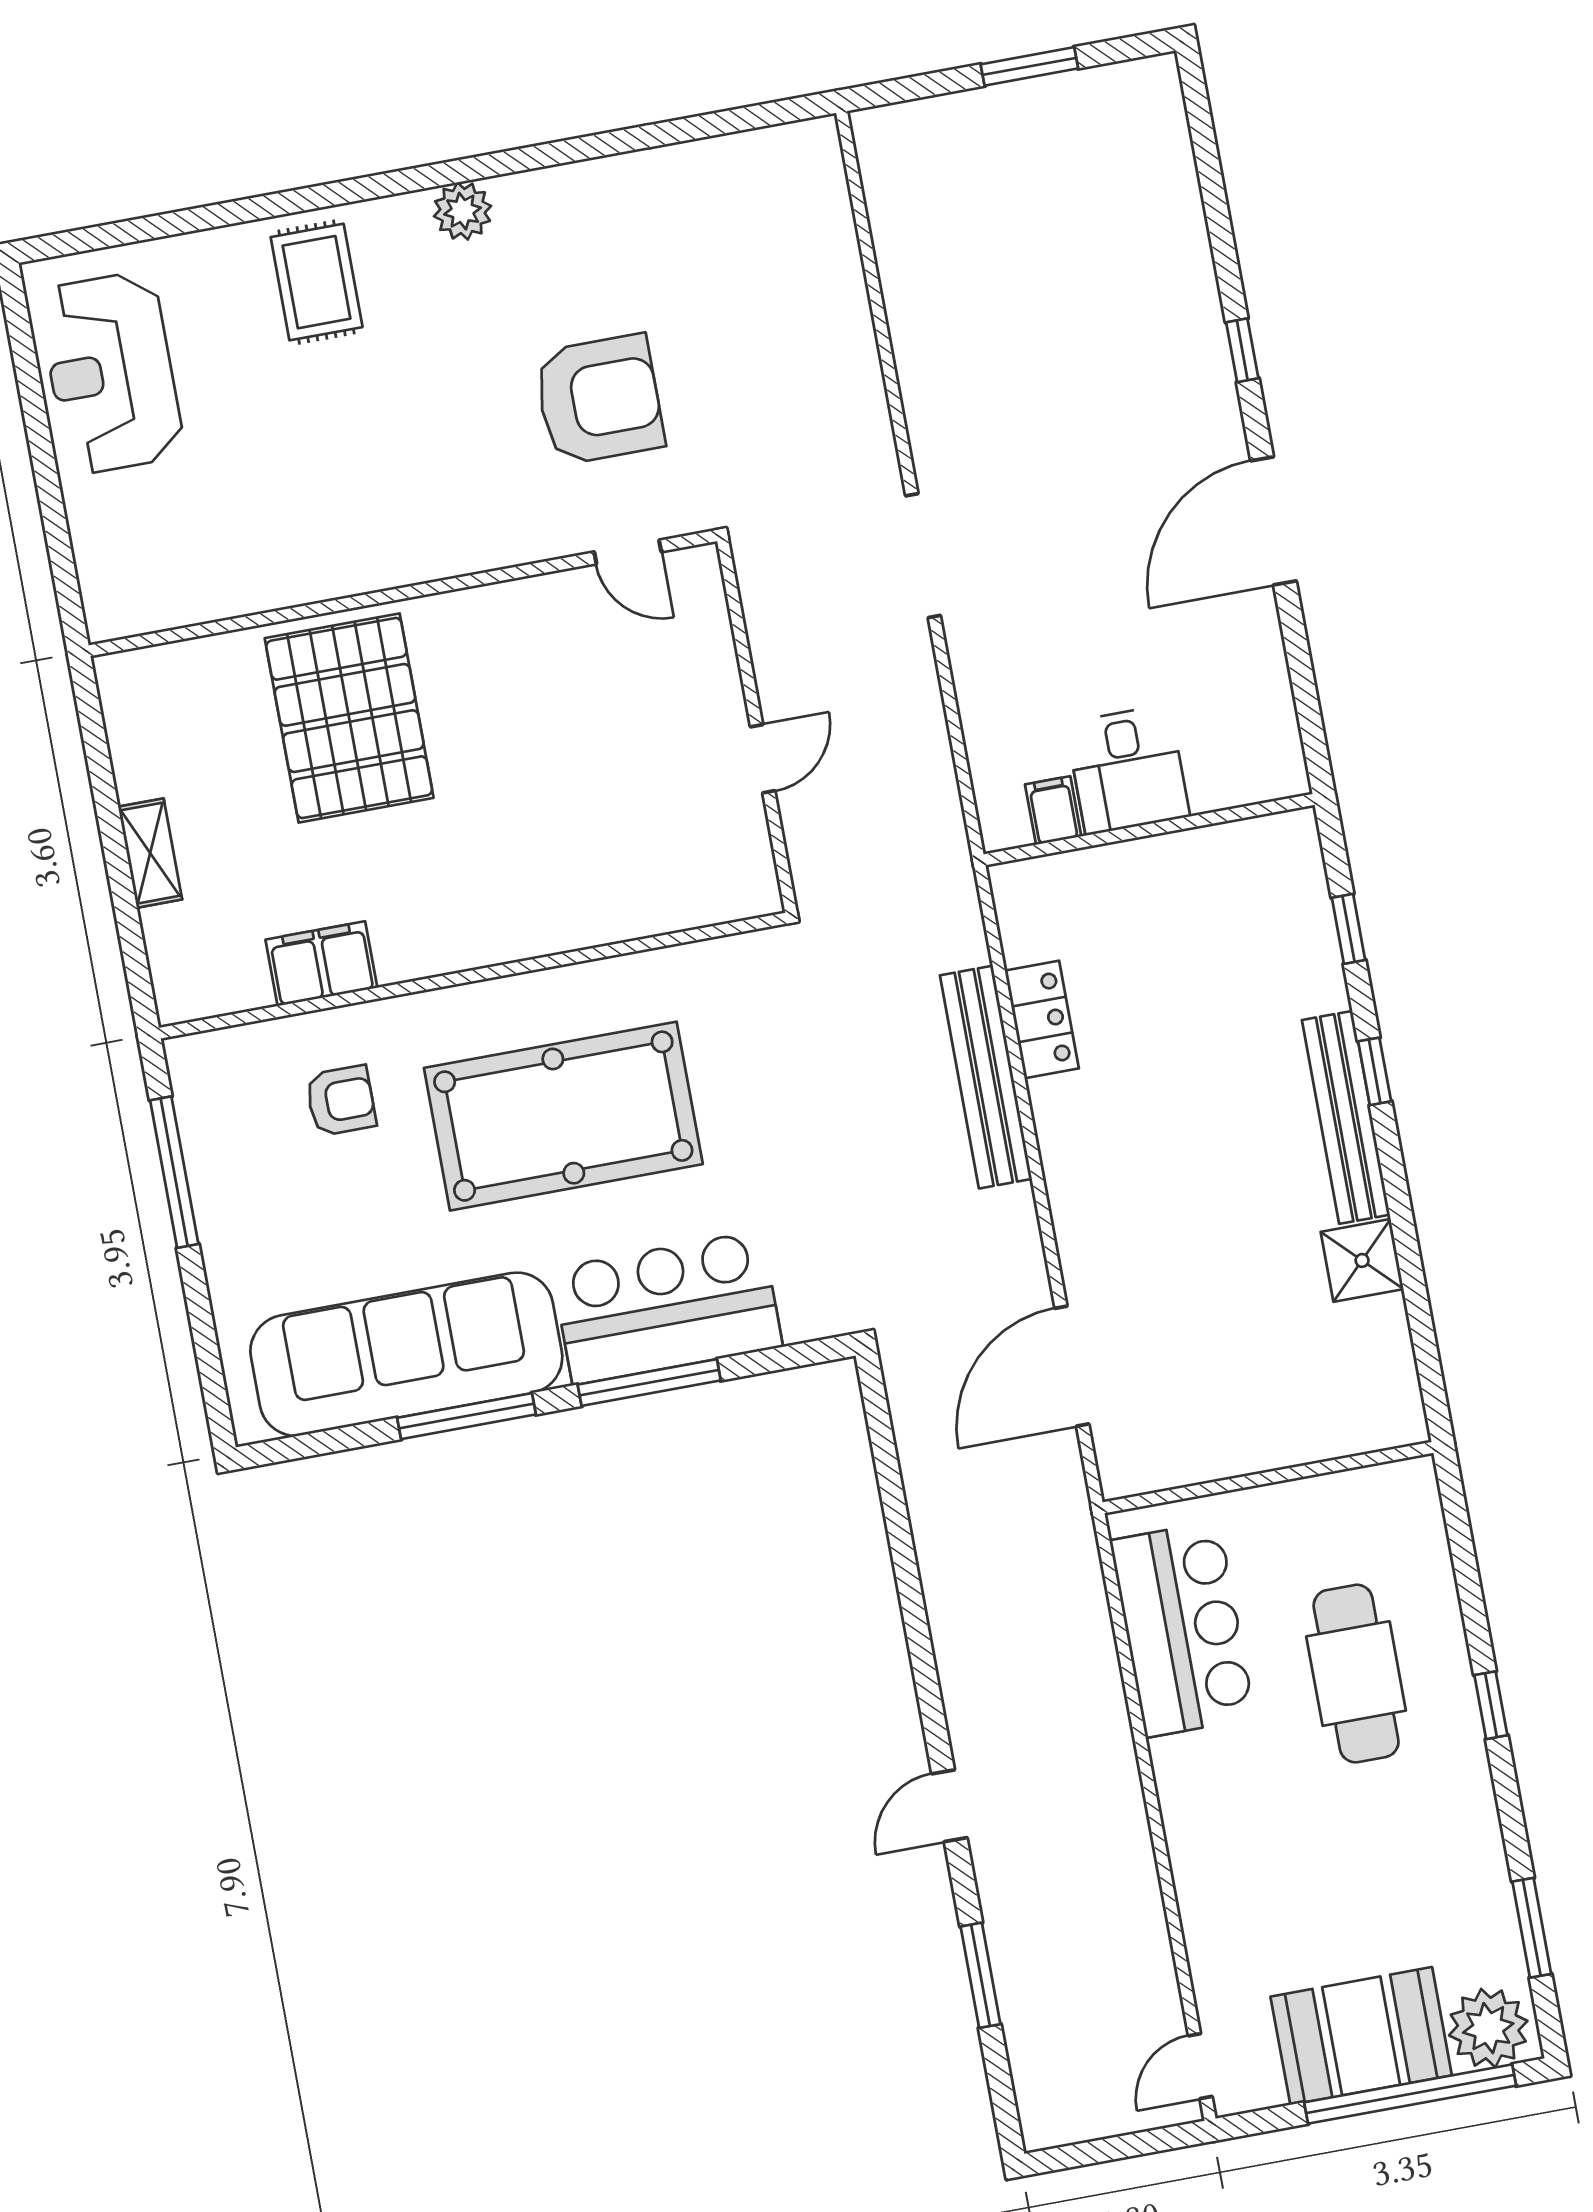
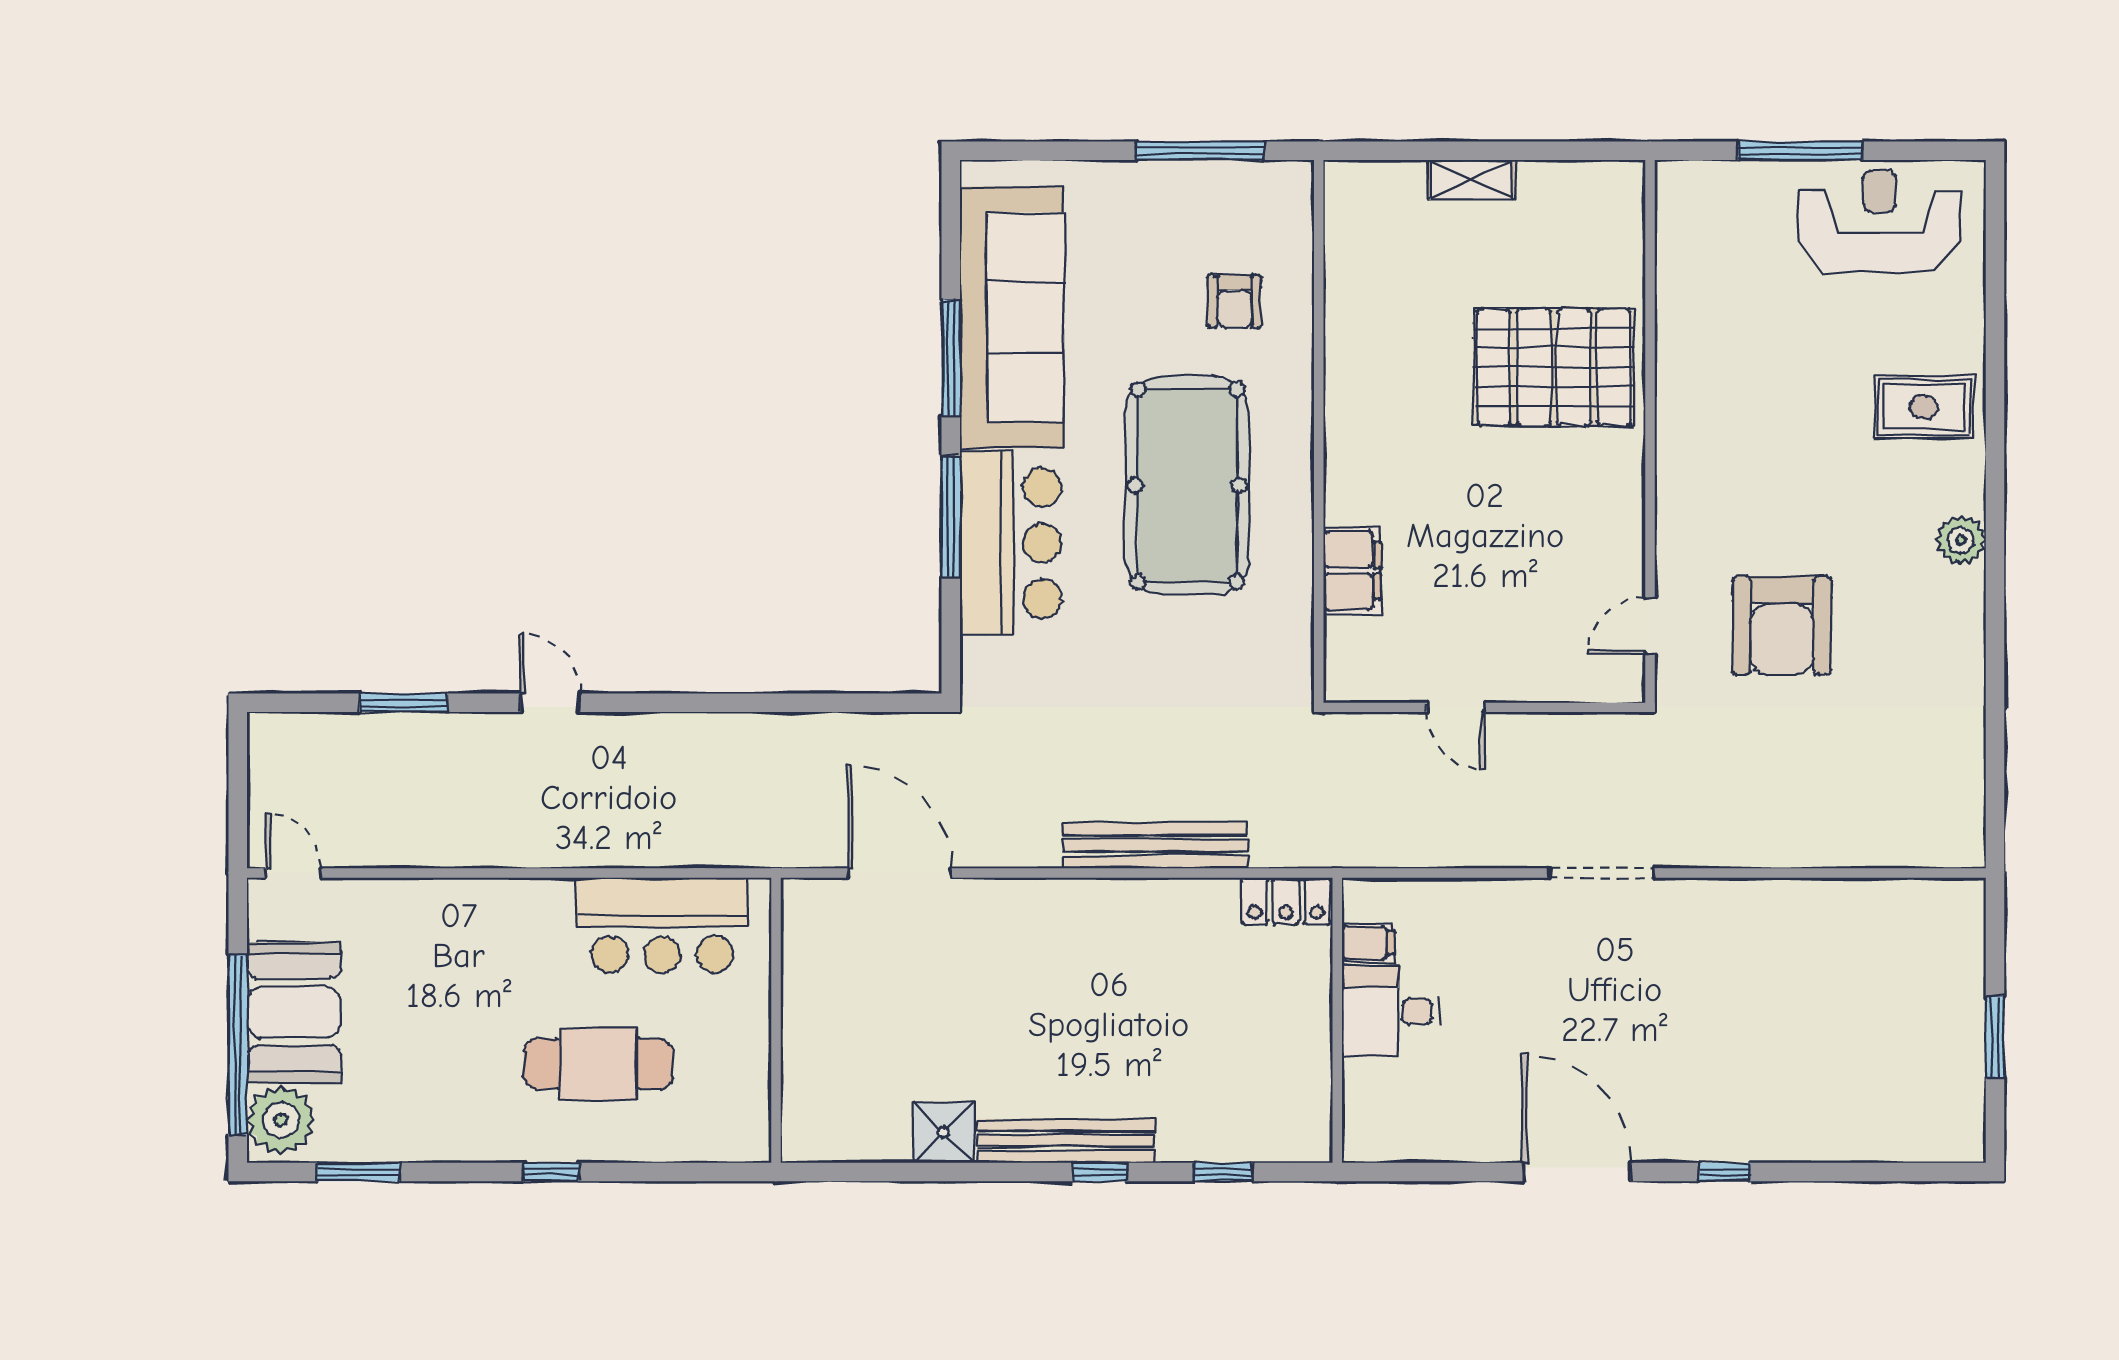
window: (47, 479) -> (1800, 151), added
filing cabinet: (321, 964) -> (1352, 571), moved
locker: (1042, 1020) -> (1286, 901), moved

